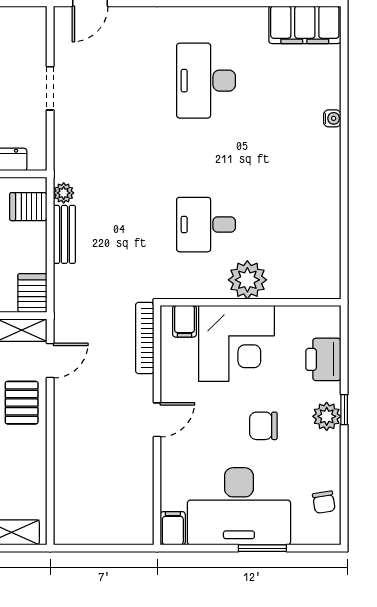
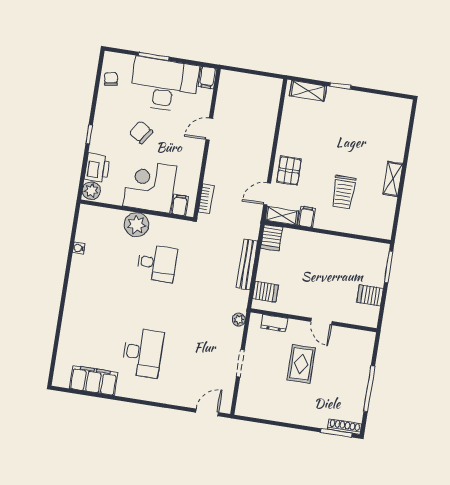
filing cabinet: (305, 25) -> (94, 380), moved
water cooler: (332, 118) -> (79, 248), moved
plant: (64, 193) -> (239, 320), moved
bench: (64, 234) -> (247, 264), width x1.36
bookcase: (145, 338) -> (206, 199), width x0.64
plant: (327, 416) -> (91, 191), moved
door: (157, 420) -> (209, 129), moved
chair: (263, 426) -> (141, 132), turned -147

